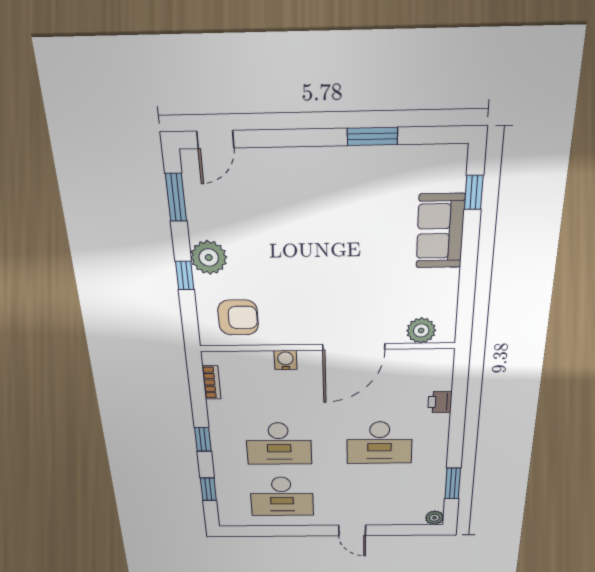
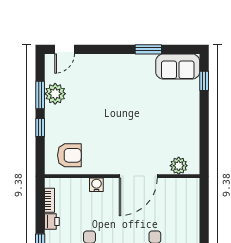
window: (176, 197) -> (40, 95), moved
sofa: (440, 231) -> (178, 67), moved, turned -90
plant: (209, 257) -> (55, 94), moved
printer: (440, 402) -> (52, 221), moved, turned 180

